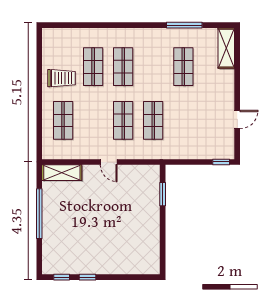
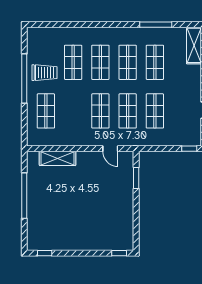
shop shelf: (153, 67) -> (128, 62), added
window: (39, 84) -> (24, 78), added
shop shelf: (183, 120) -> (155, 111), added
door: (109, 162) -> (110, 149), moved
shelving: (62, 173) -> (58, 158), moved
window: (87, 277) -> (119, 253), moved

